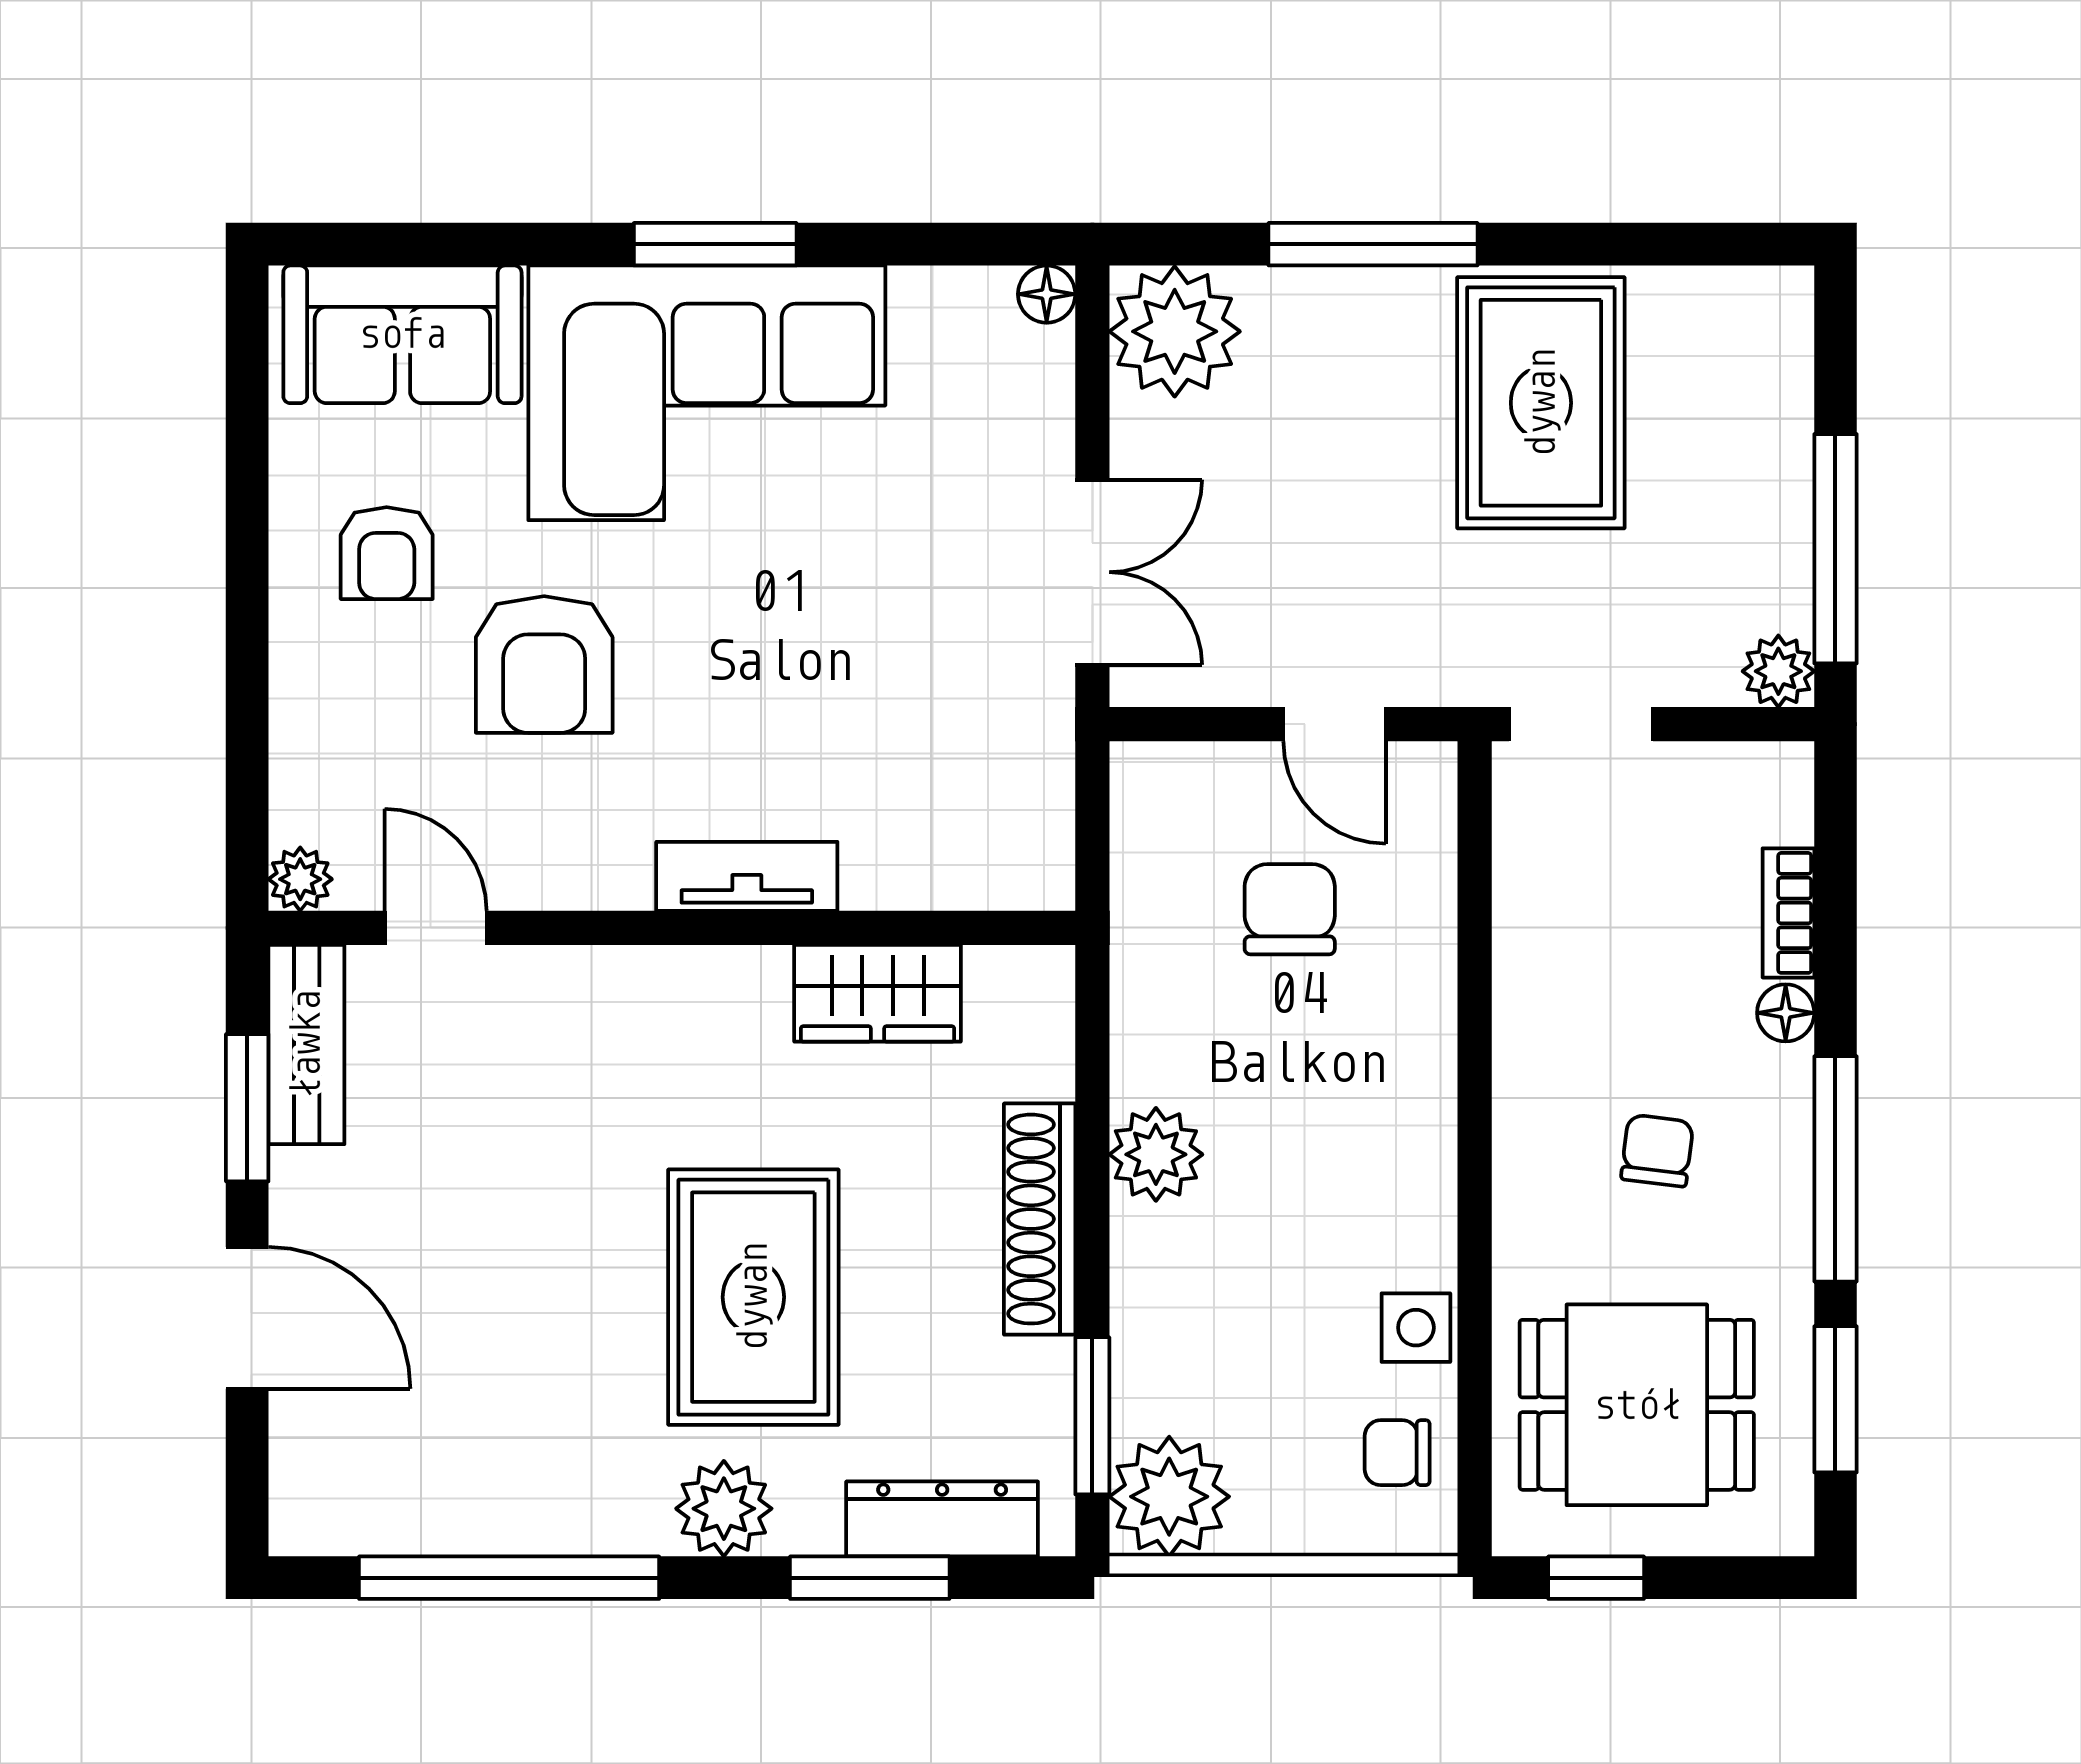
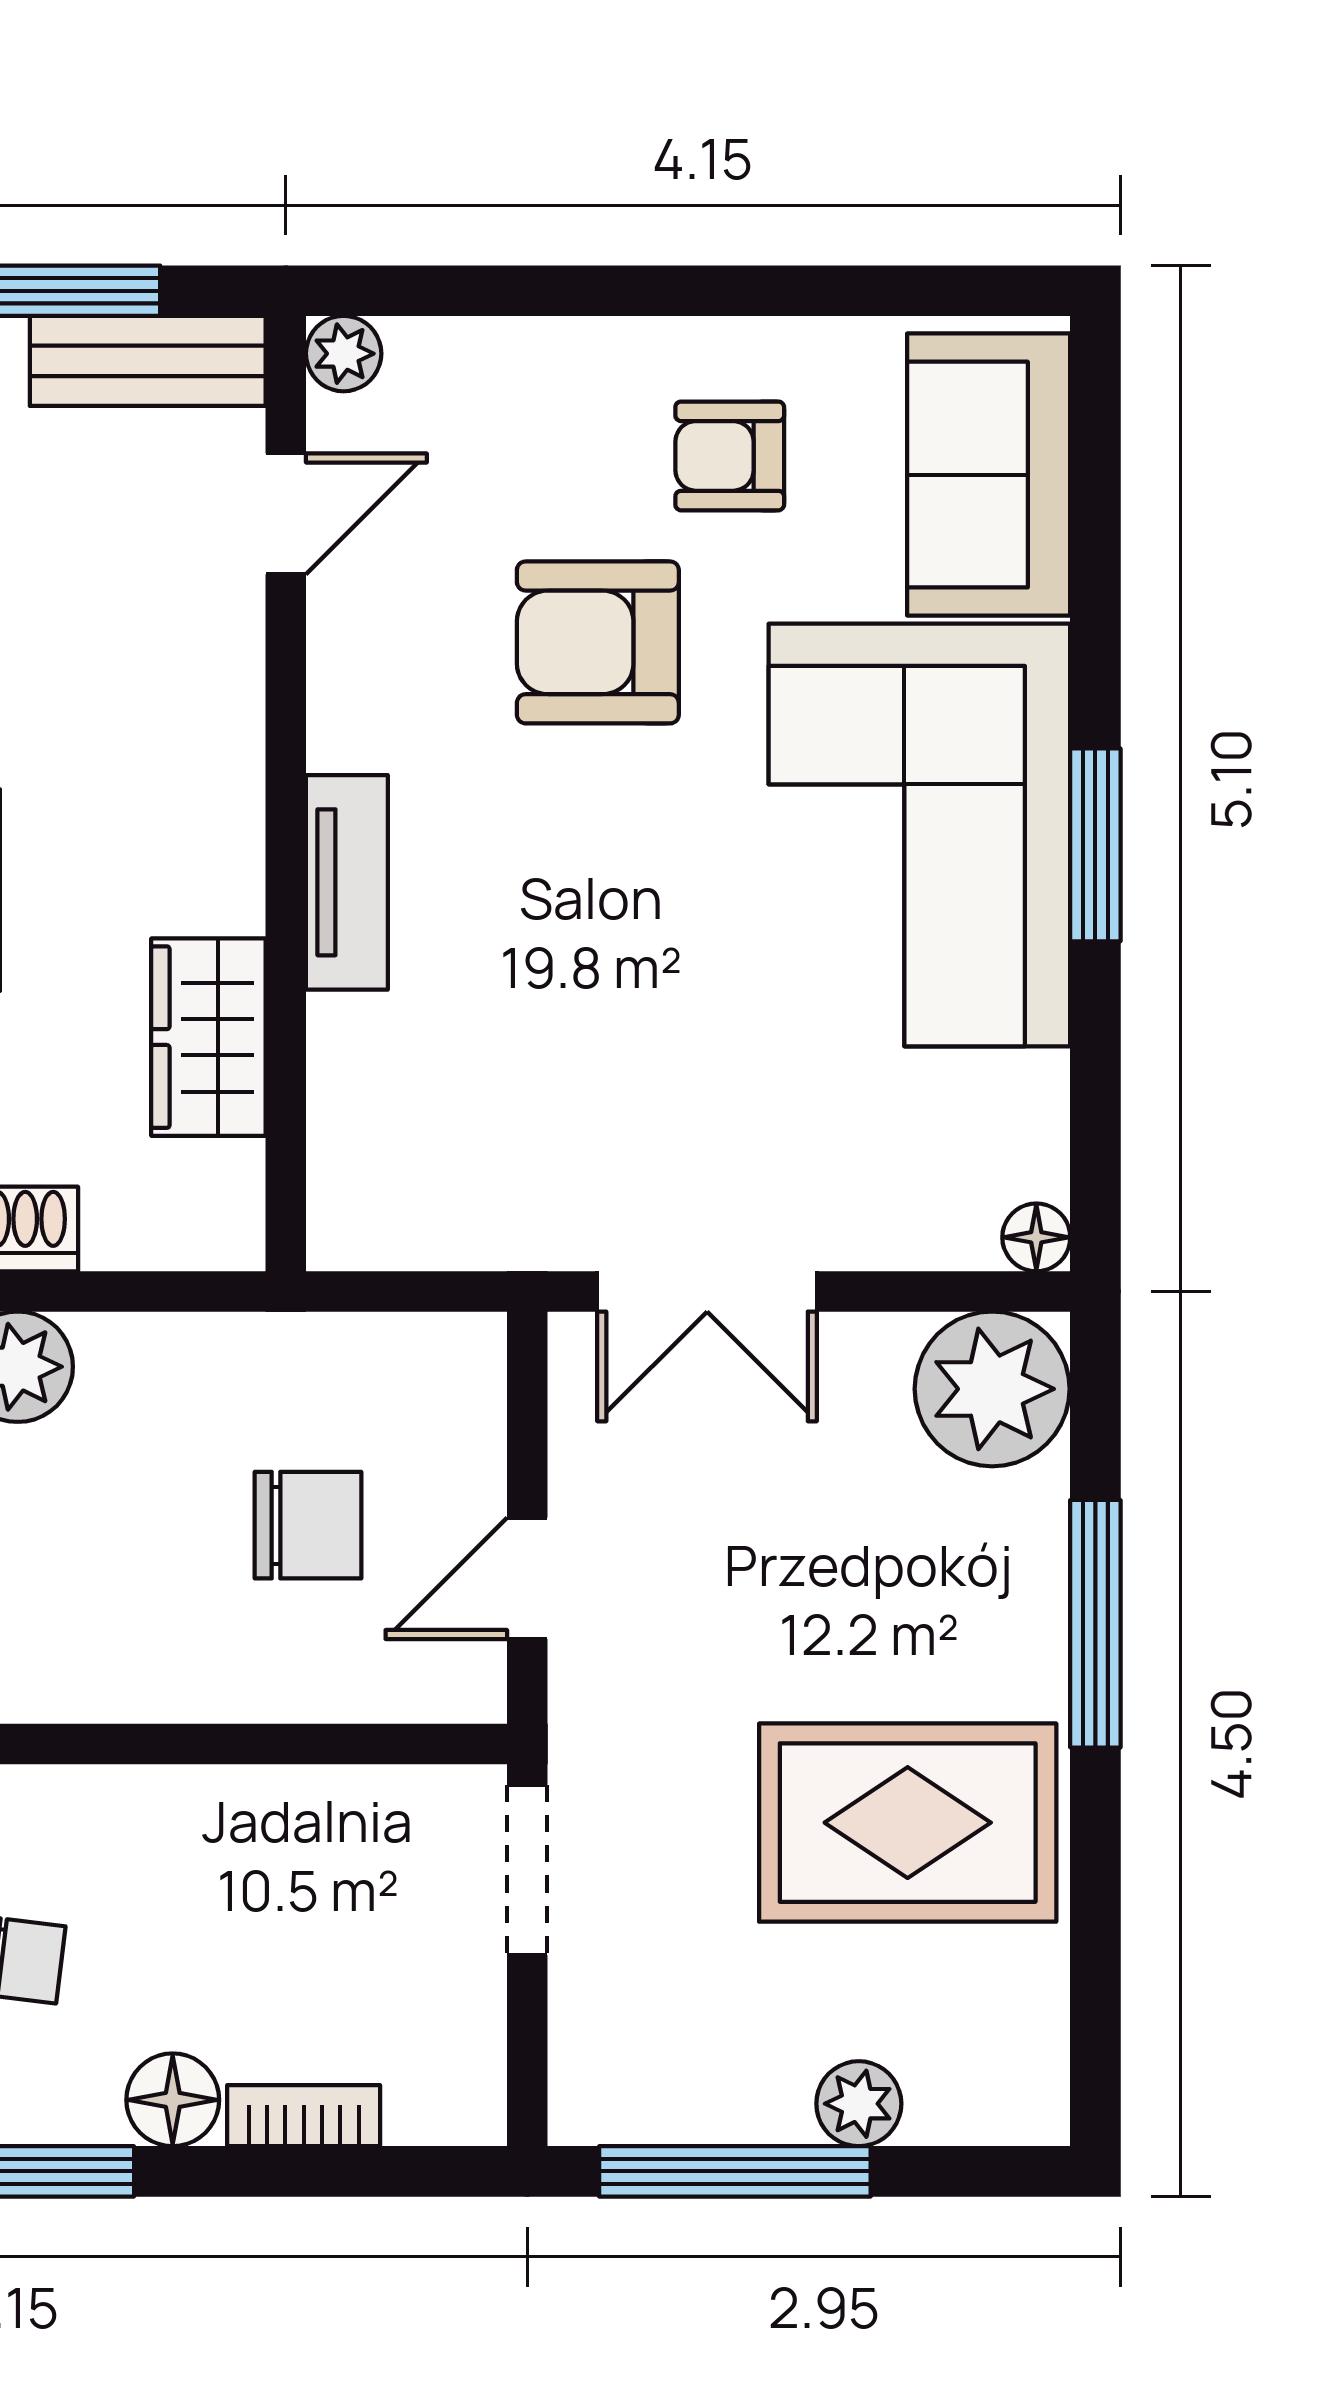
plant: (1778, 671) -> (859, 2104), moved
floor lamp: (1786, 1013) -> (173, 2100), width x1.37, depth x1.37

